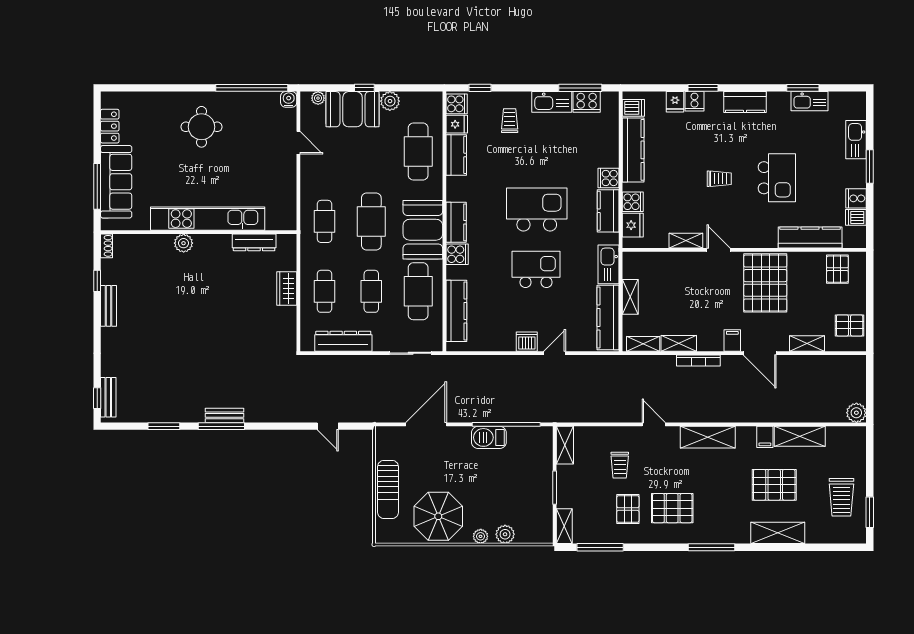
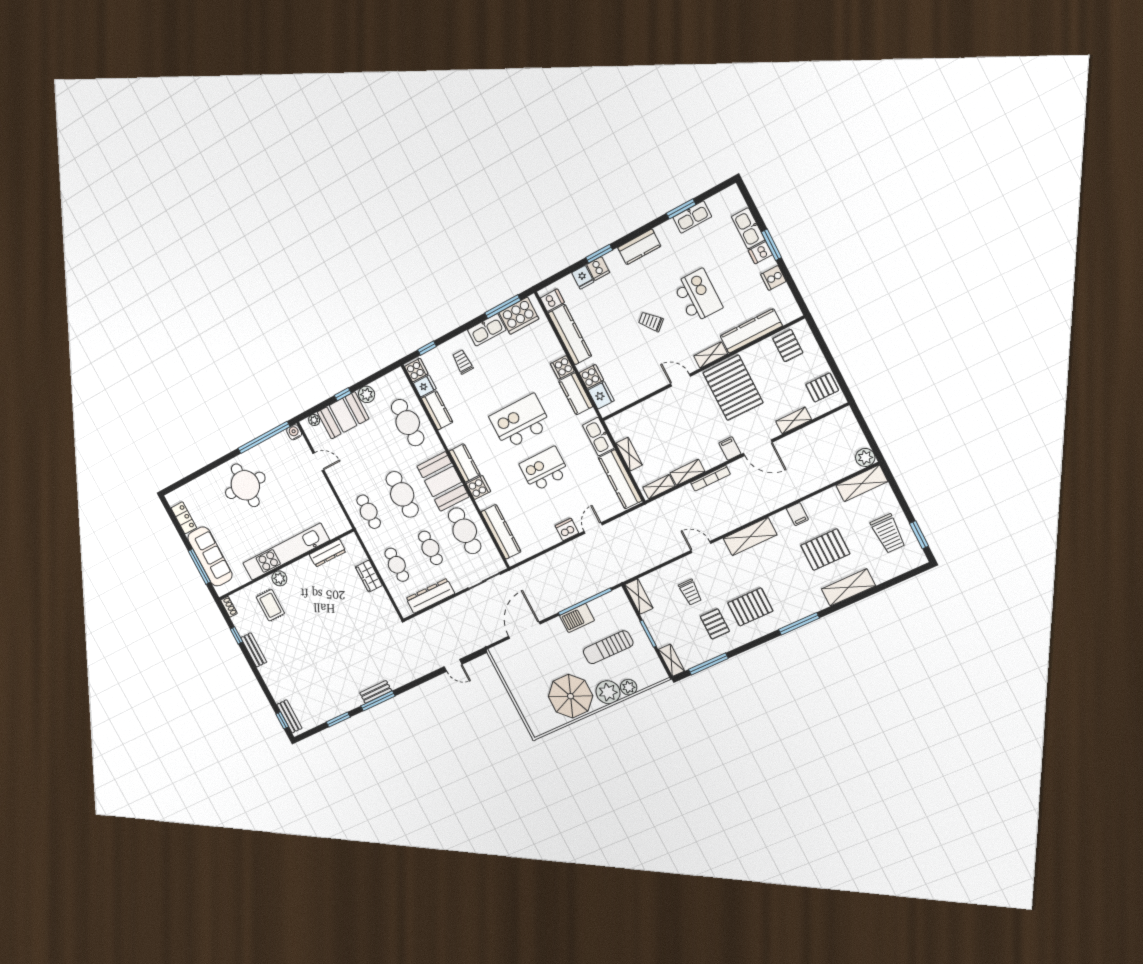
cooker: (587, 102) -> (519, 316), width x1.37, depth x1.31
round table: (201, 127) -> (245, 485), width x1.36, depth x1.36
trolley: (719, 179) -> (651, 321), turned -131
dishwasher: (856, 217) -> (760, 253), moved
shelving: (686, 241) -> (711, 355), moved
rug: (156, 267) -> (270, 605), added
shelving: (800, 436) -> (862, 483), moved
sun lounger: (388, 489) -> (608, 647), moved, turned 90
plant: (481, 536) -> (608, 692), width x1.88, depth x1.88

